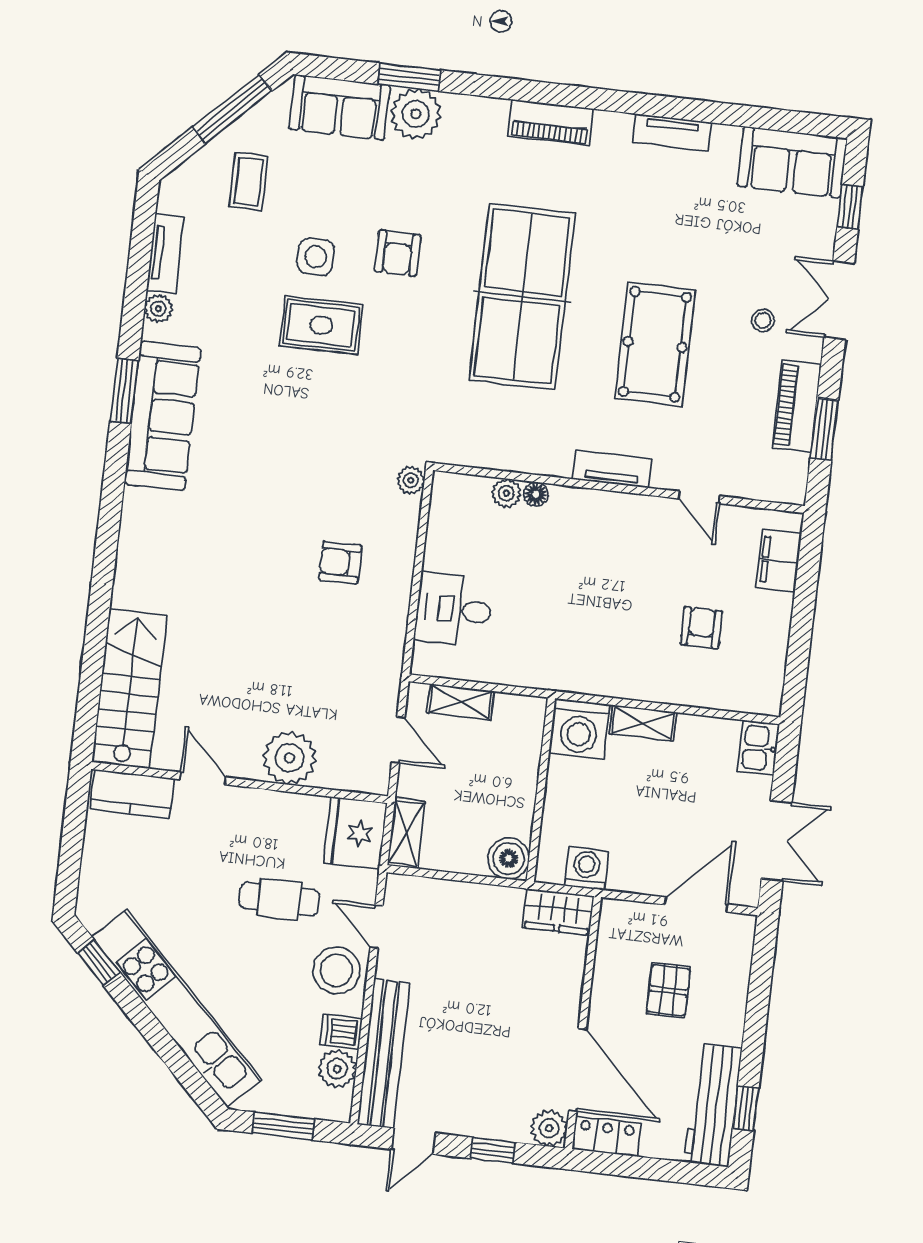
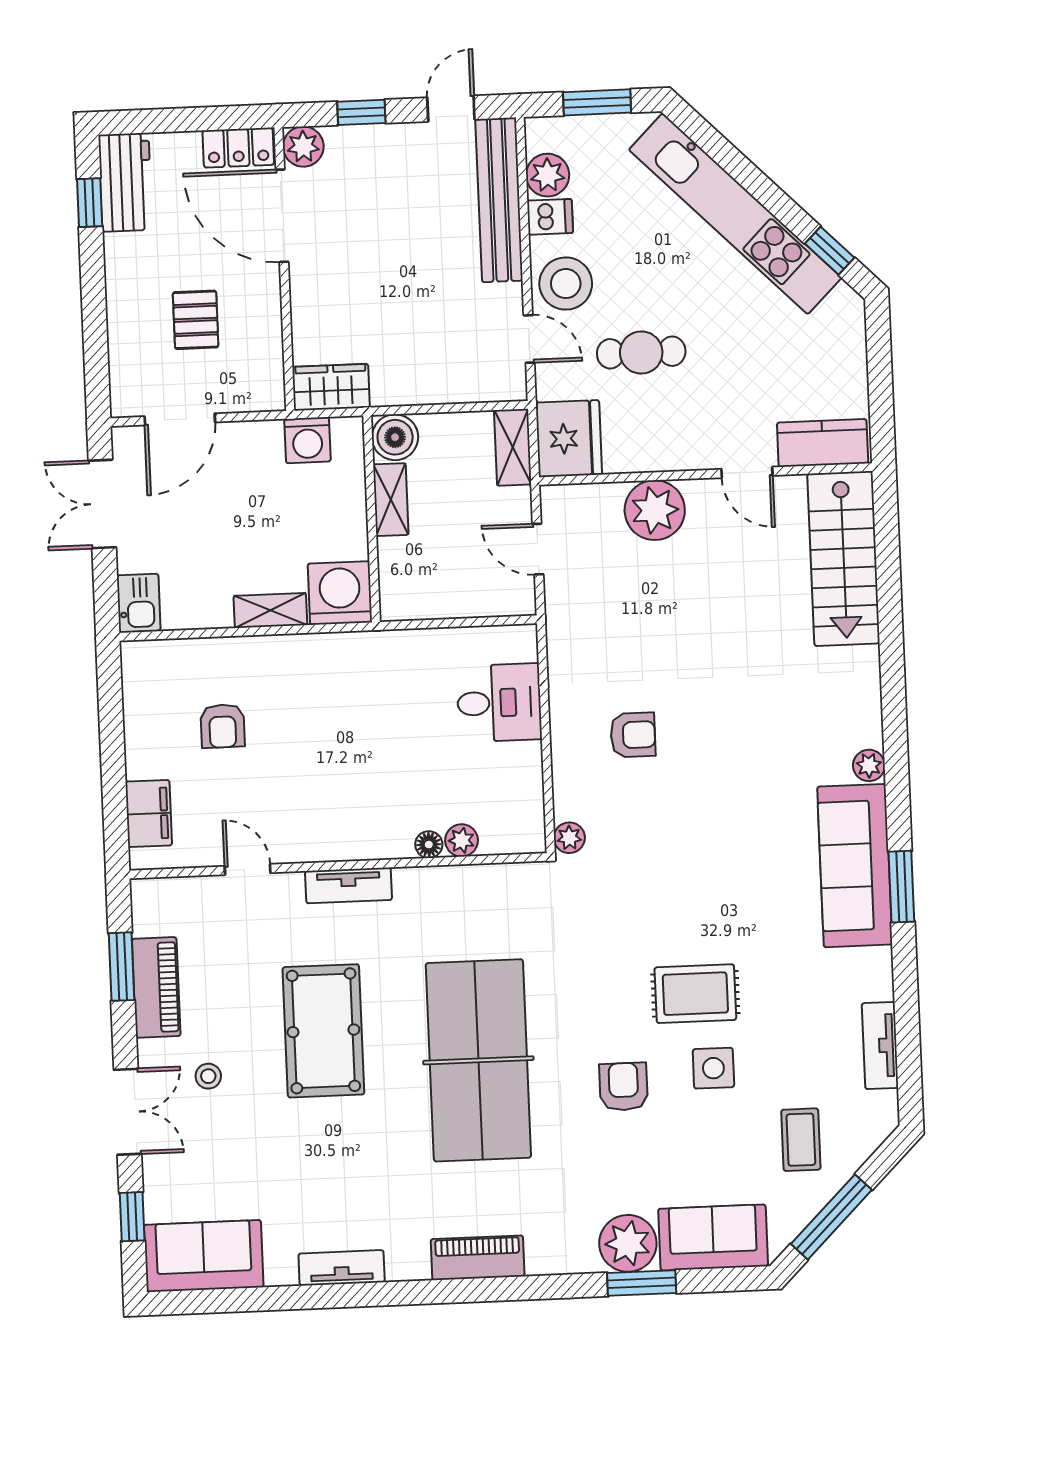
plant: (158, 309) -> (869, 765), moved
shelving: (460, 702) -> (391, 500), moved, turned 90
workbench: (713, 1105) -> (125, 182), width x0.73

